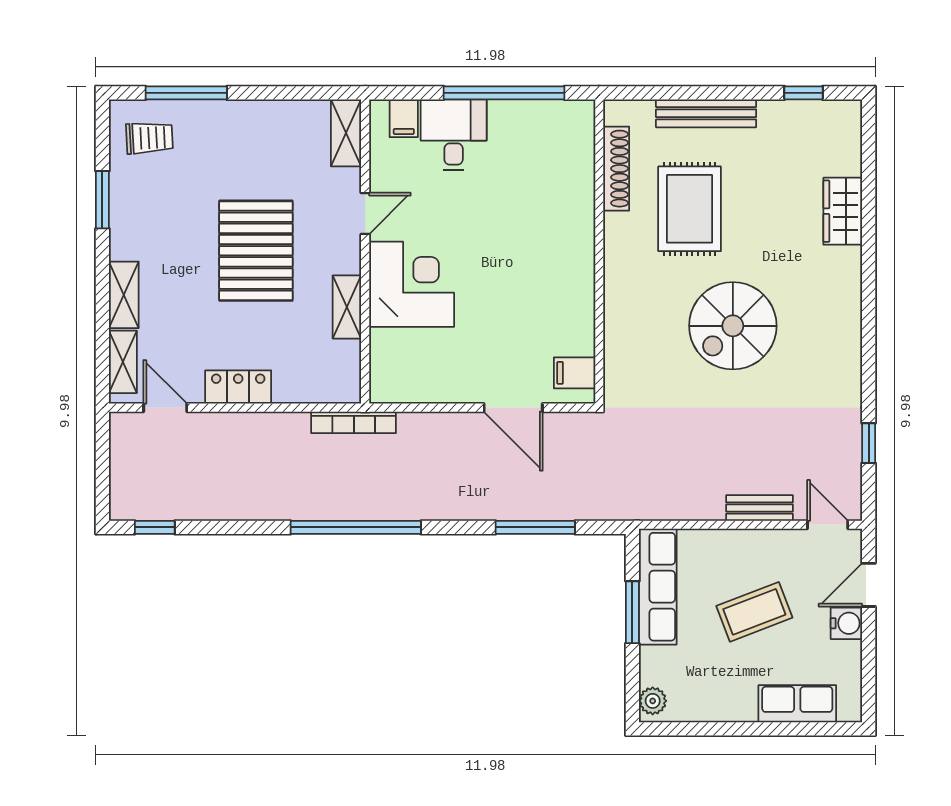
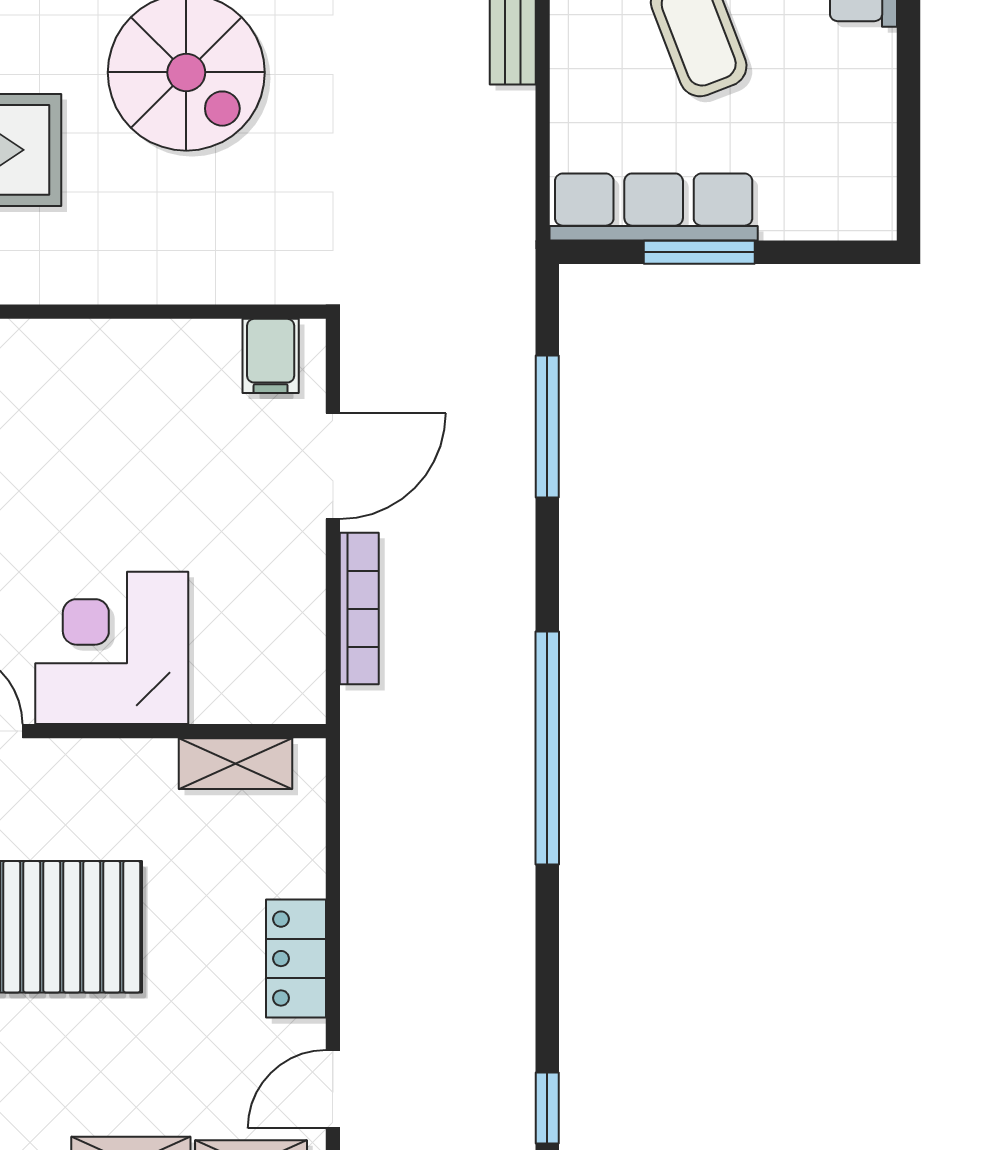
shelving: (347, 307) -> (235, 764), moved
bookcase: (354, 422) -> (359, 609), moved
plant: (653, 701) -> (858, 216), removed

